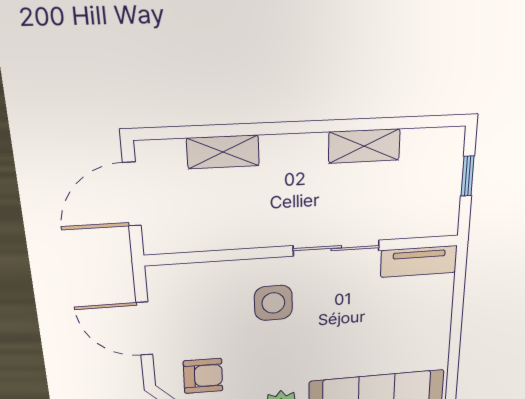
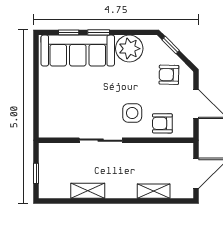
tv unit: (419, 261) -> (58, 130), removed
armchair: (211, 288) -> (162, 123), added

